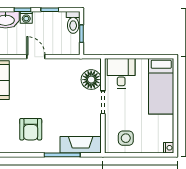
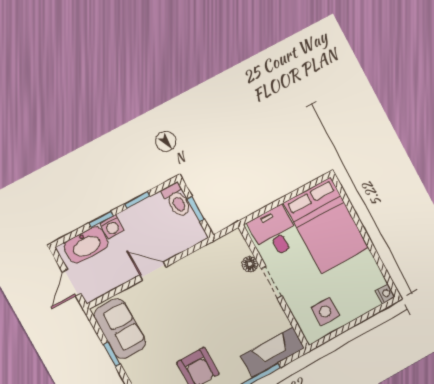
floor lamp: (91, 80) -> (250, 264), width x0.53, depth x0.53
bed: (161, 86) -> (326, 225), width x1.50

